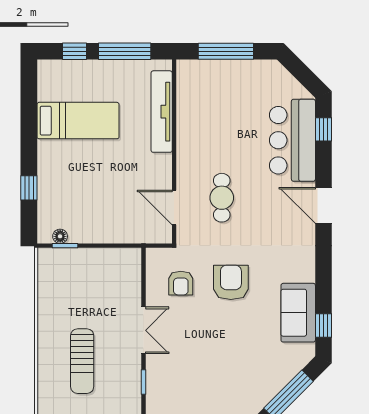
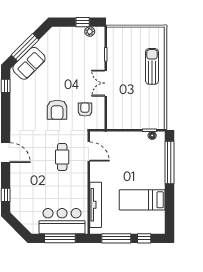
bar counter: (292, 140) -> (62, 221), moved, turned -90
window: (29, 188) -> (169, 162), width x3.17
sofa: (298, 313) -> (29, 63), moved, turned 45
sun lounger: (82, 361) -> (152, 66), moved

